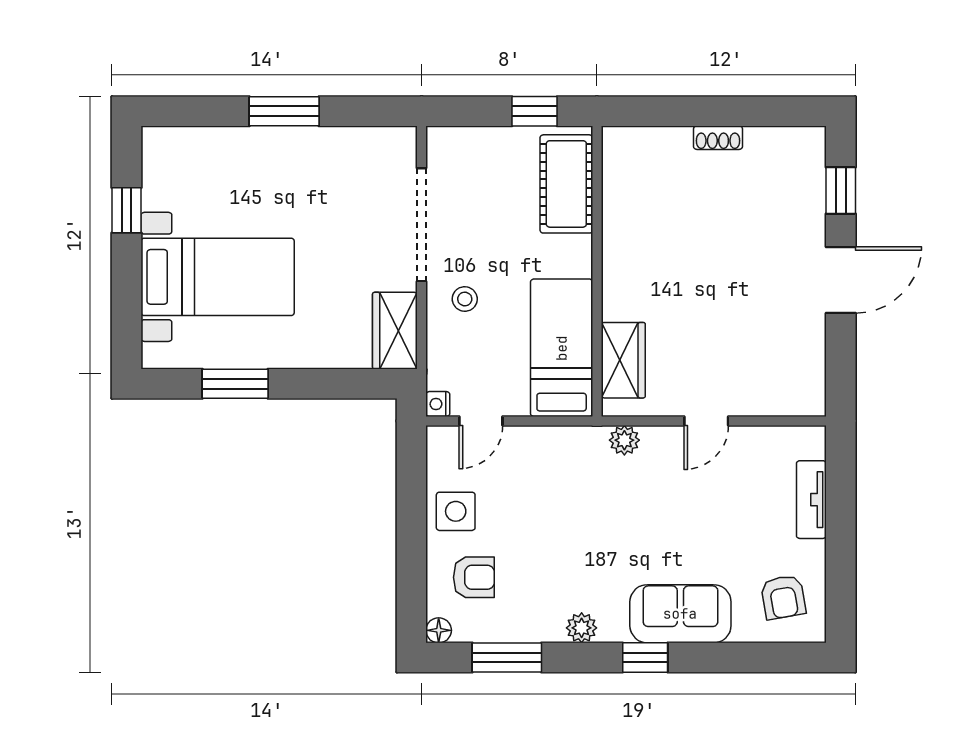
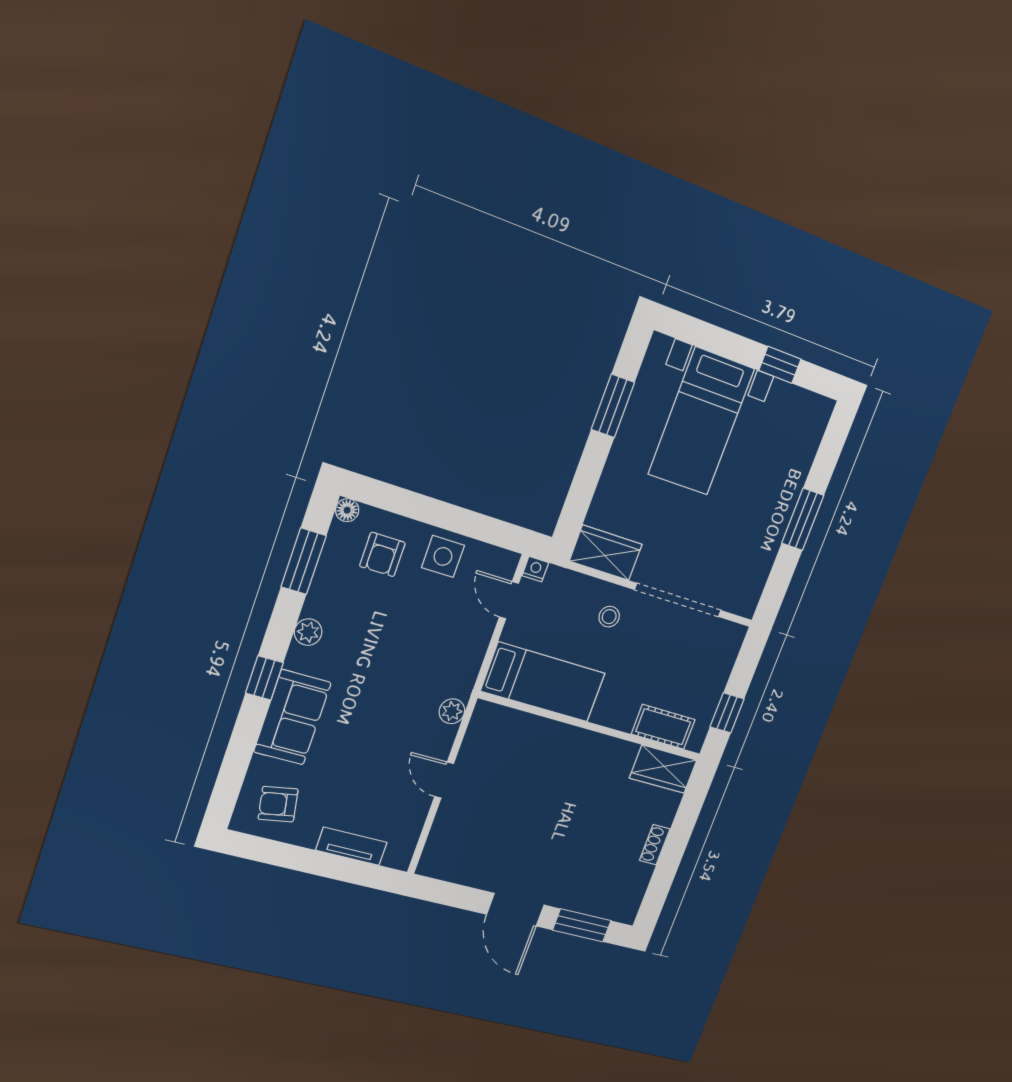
cot: (566, 184) -> (663, 727), width x0.73, depth x0.75
window: (841, 190) -> (582, 925), width x1.50
wardrobe: (623, 360) -> (663, 769), moved

